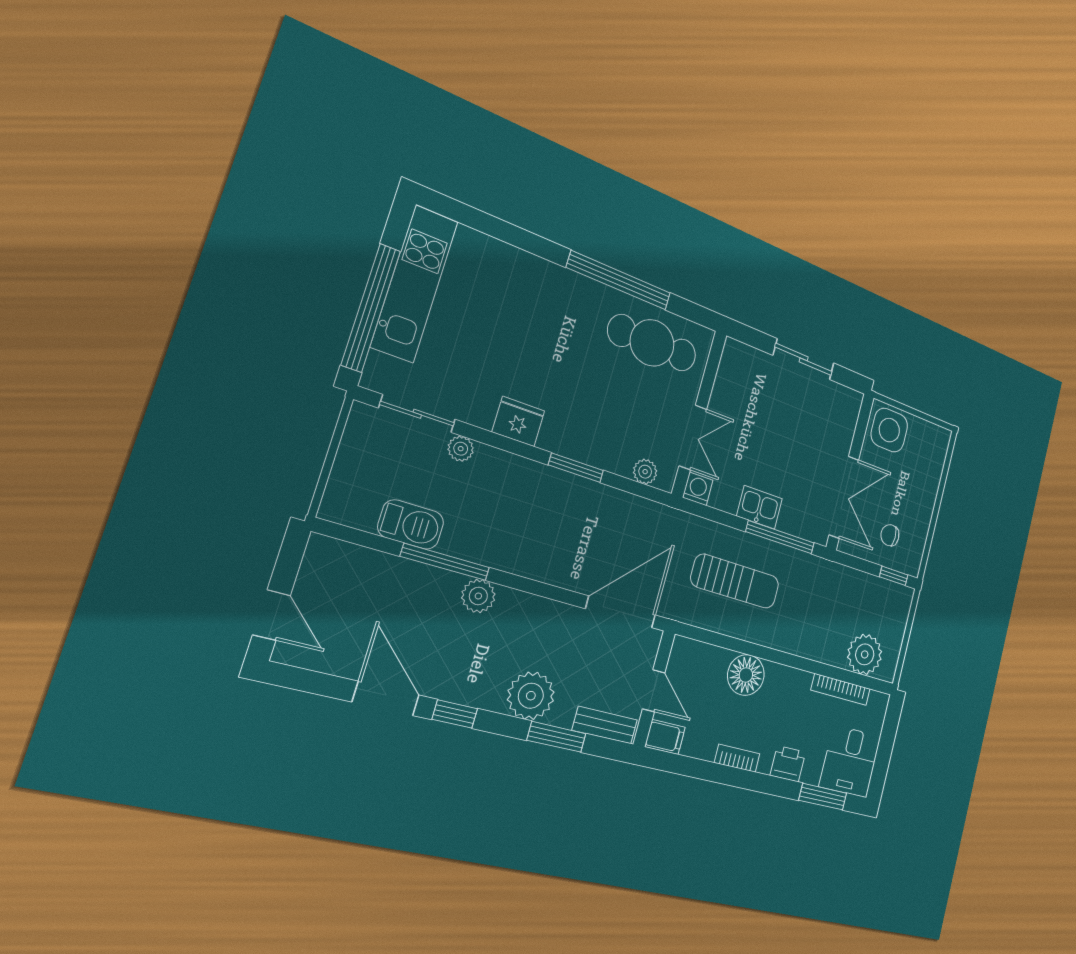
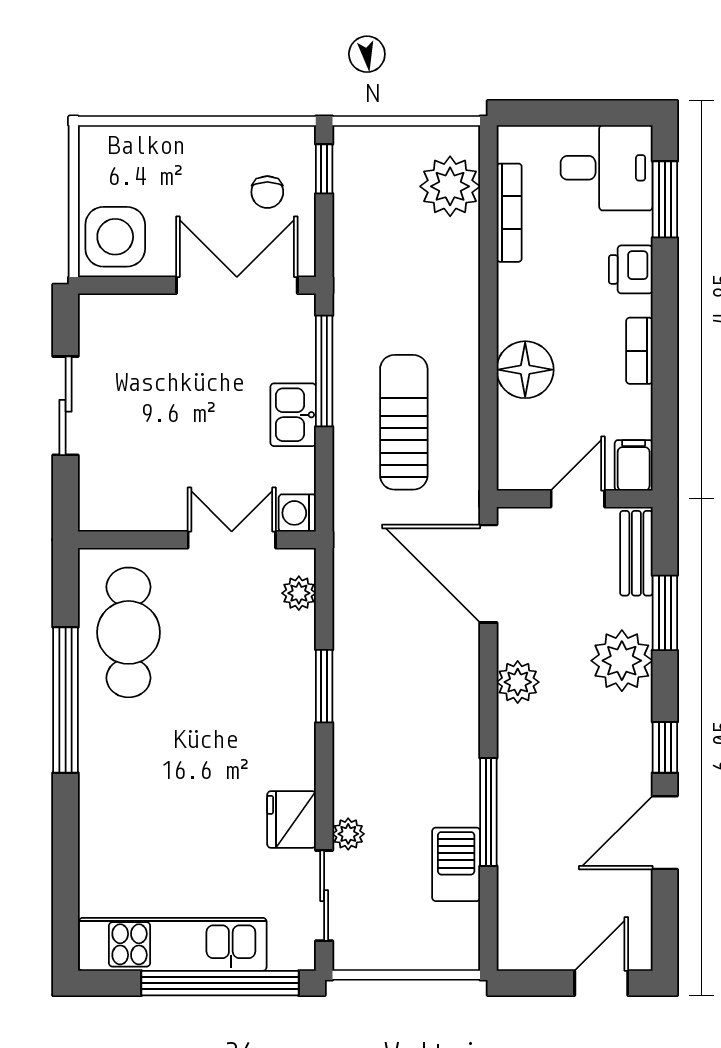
fridge: (518, 421) -> (292, 820), moved
plant: (478, 596) -> (518, 682), moved

